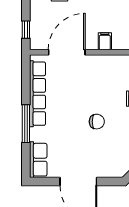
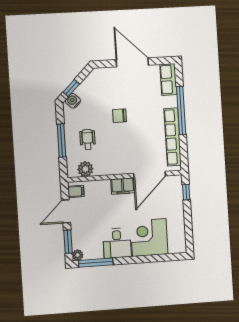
filing cabinet: (105, 41) -> (123, 186), width x2.00
window: (26, 124) -> (181, 110), width x1.46

